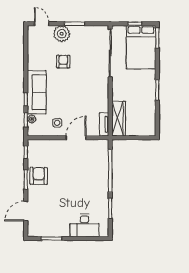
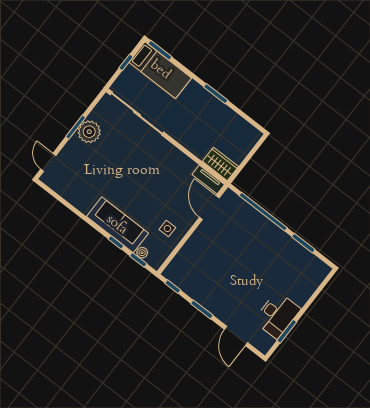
door: (42, 24) -> (48, 162), hinge flipped
plant: (62, 34) -> (89, 132), moved
bed: (141, 47) -> (160, 70), width x0.67
armchair: (63, 62) -> (107, 171), removed
wardrobe: (119, 119) -> (220, 164), width x0.67
door: (76, 138) -> (209, 208), moved
armchair: (39, 176) -> (209, 293), removed
desk: (84, 225) -> (277, 315), moved

